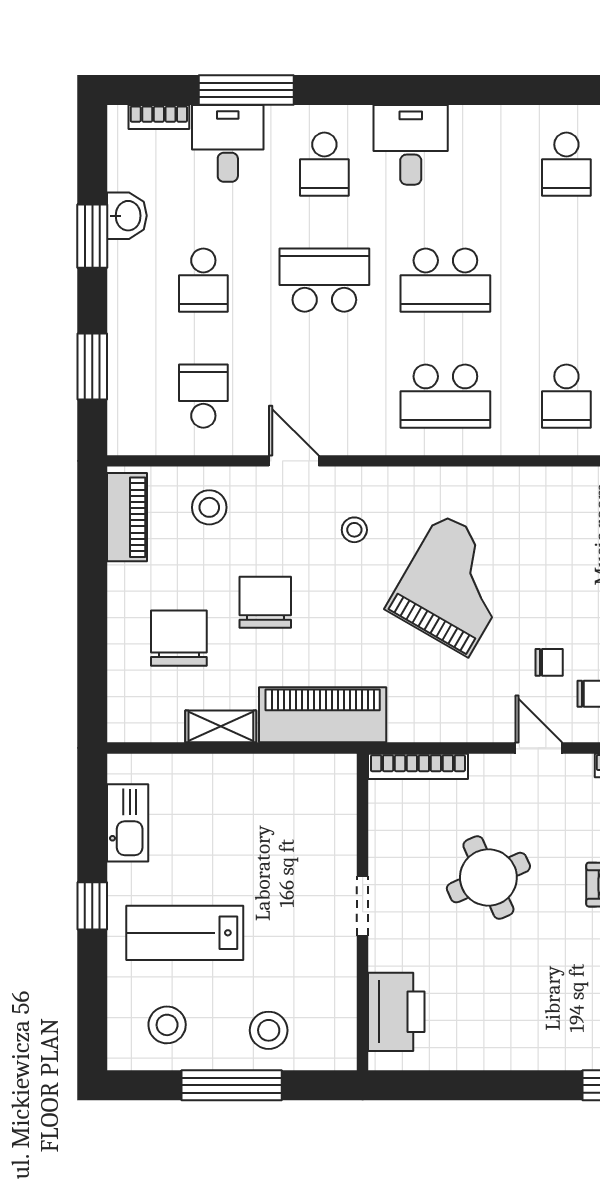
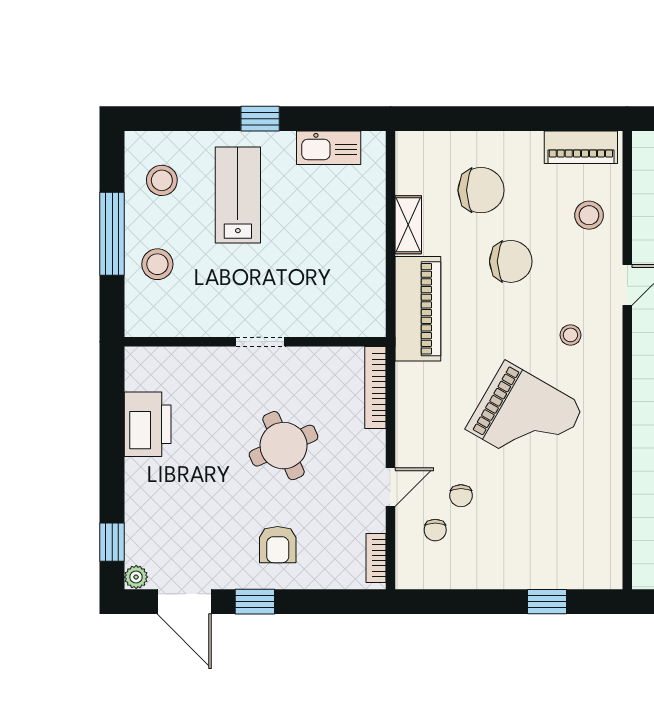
printer: (396, 1012) -> (148, 424), moved, turned -90

